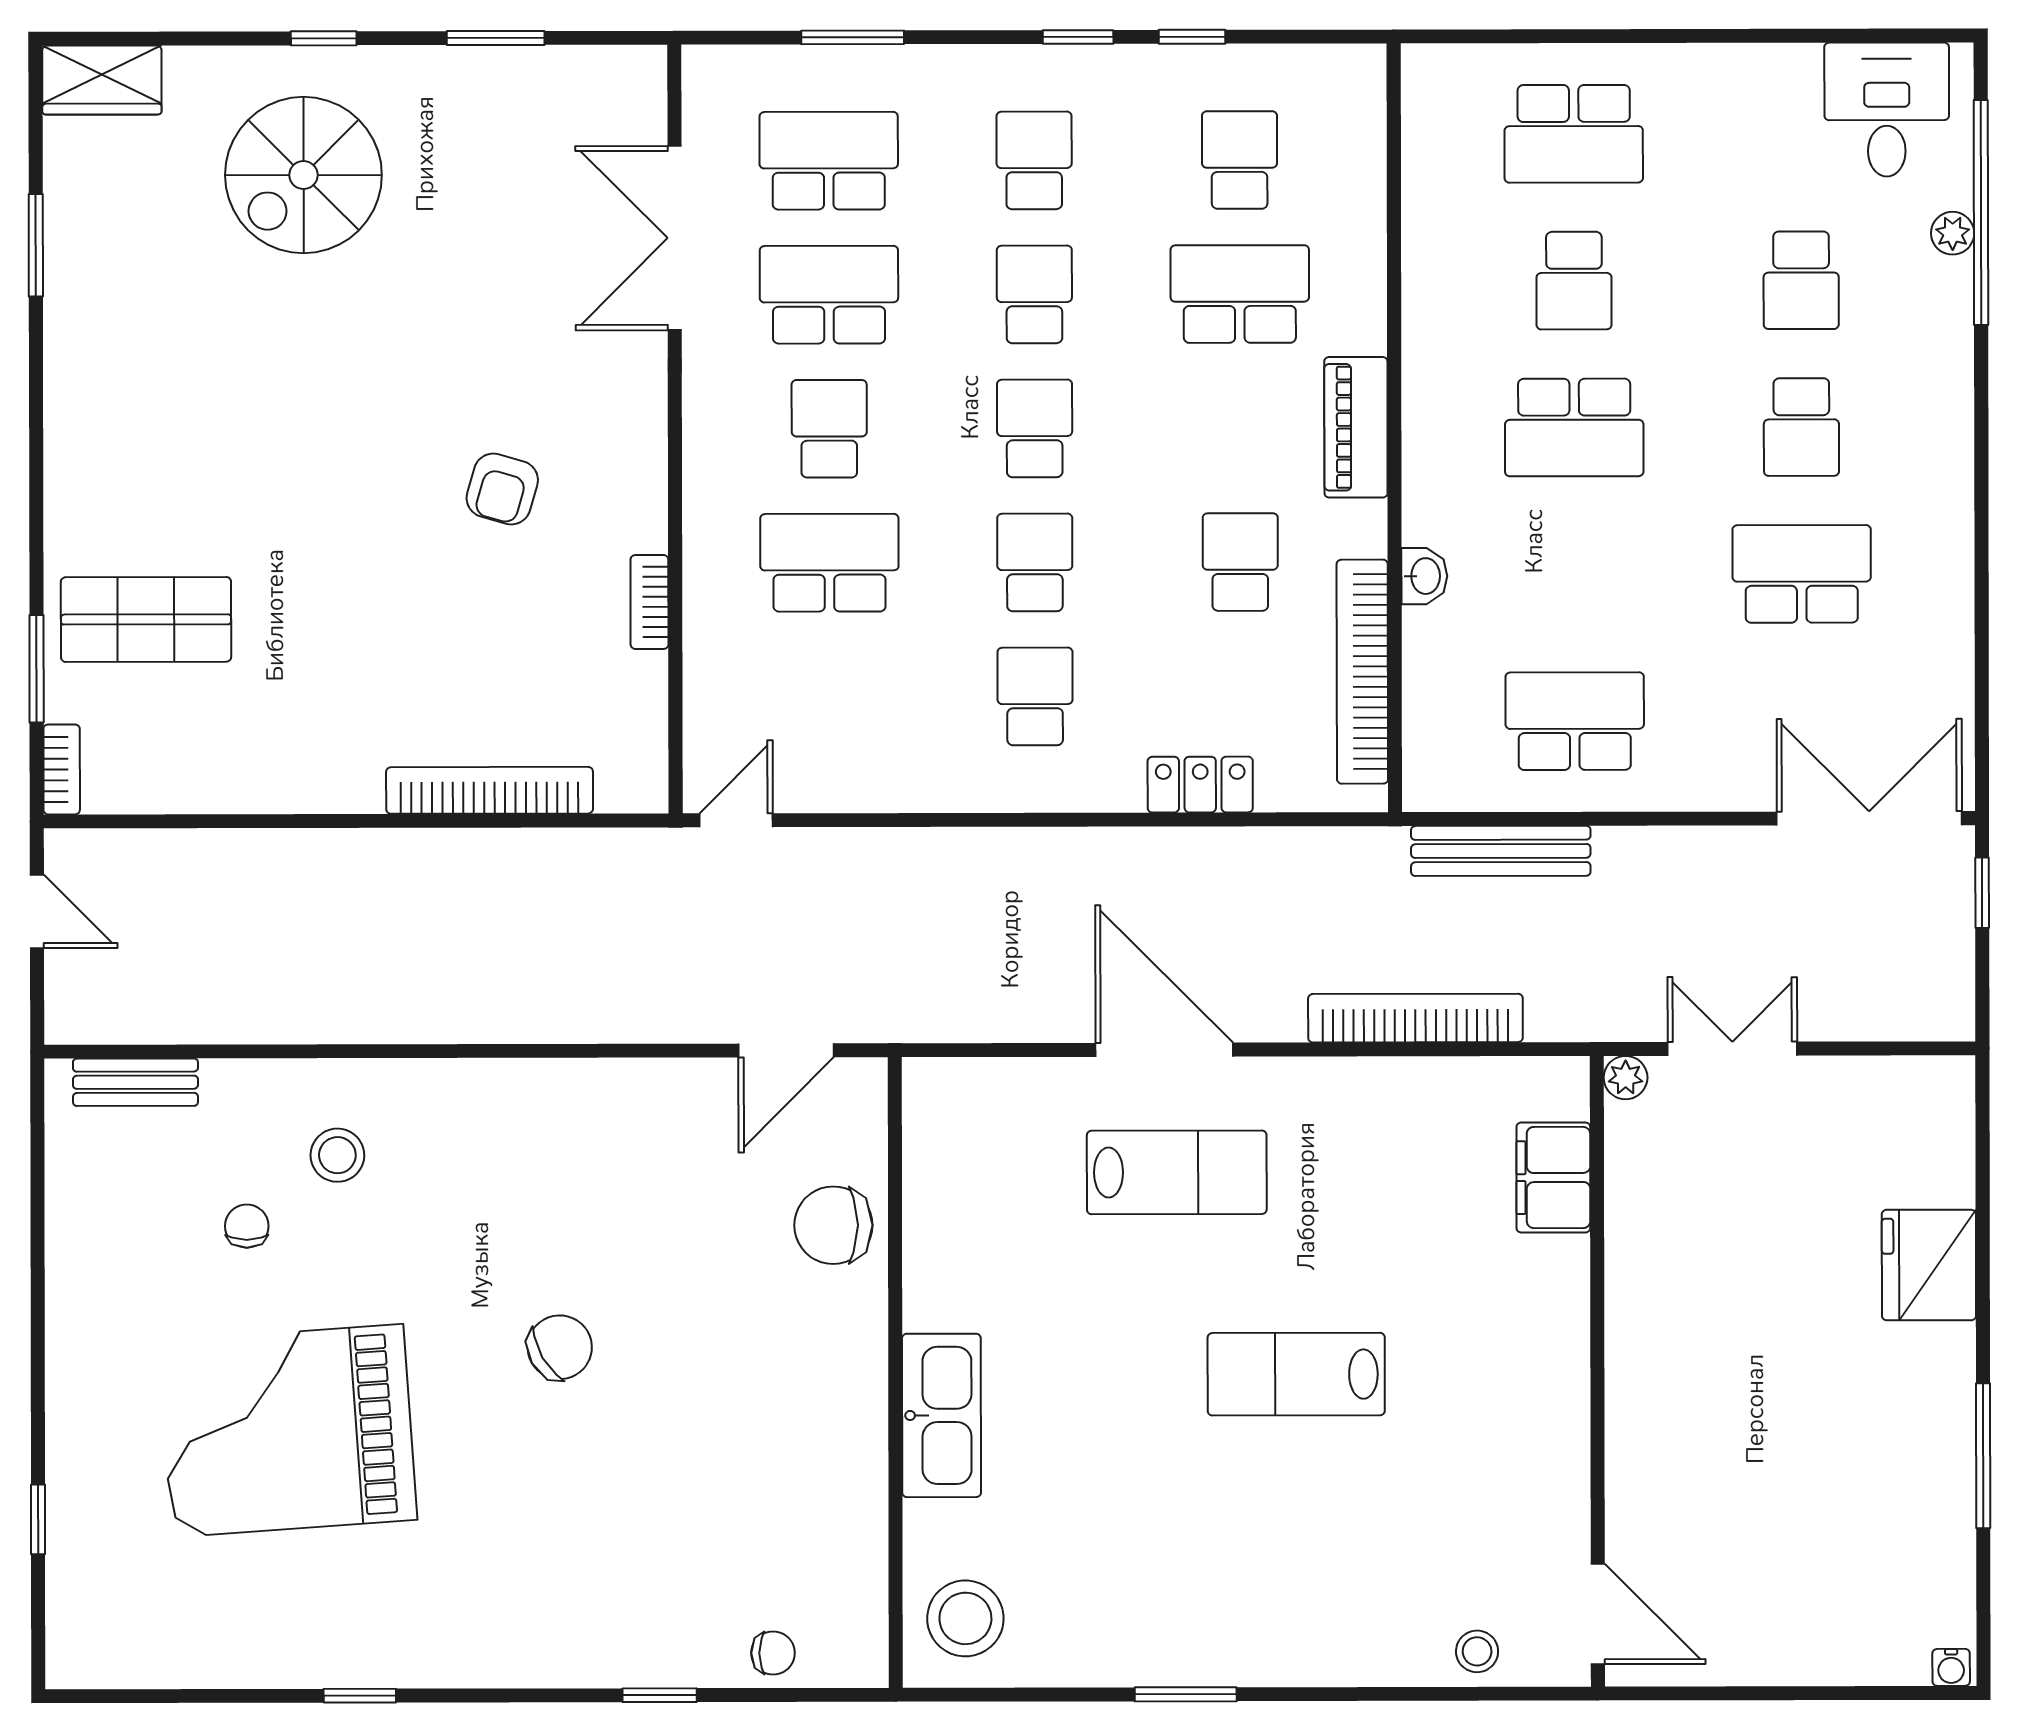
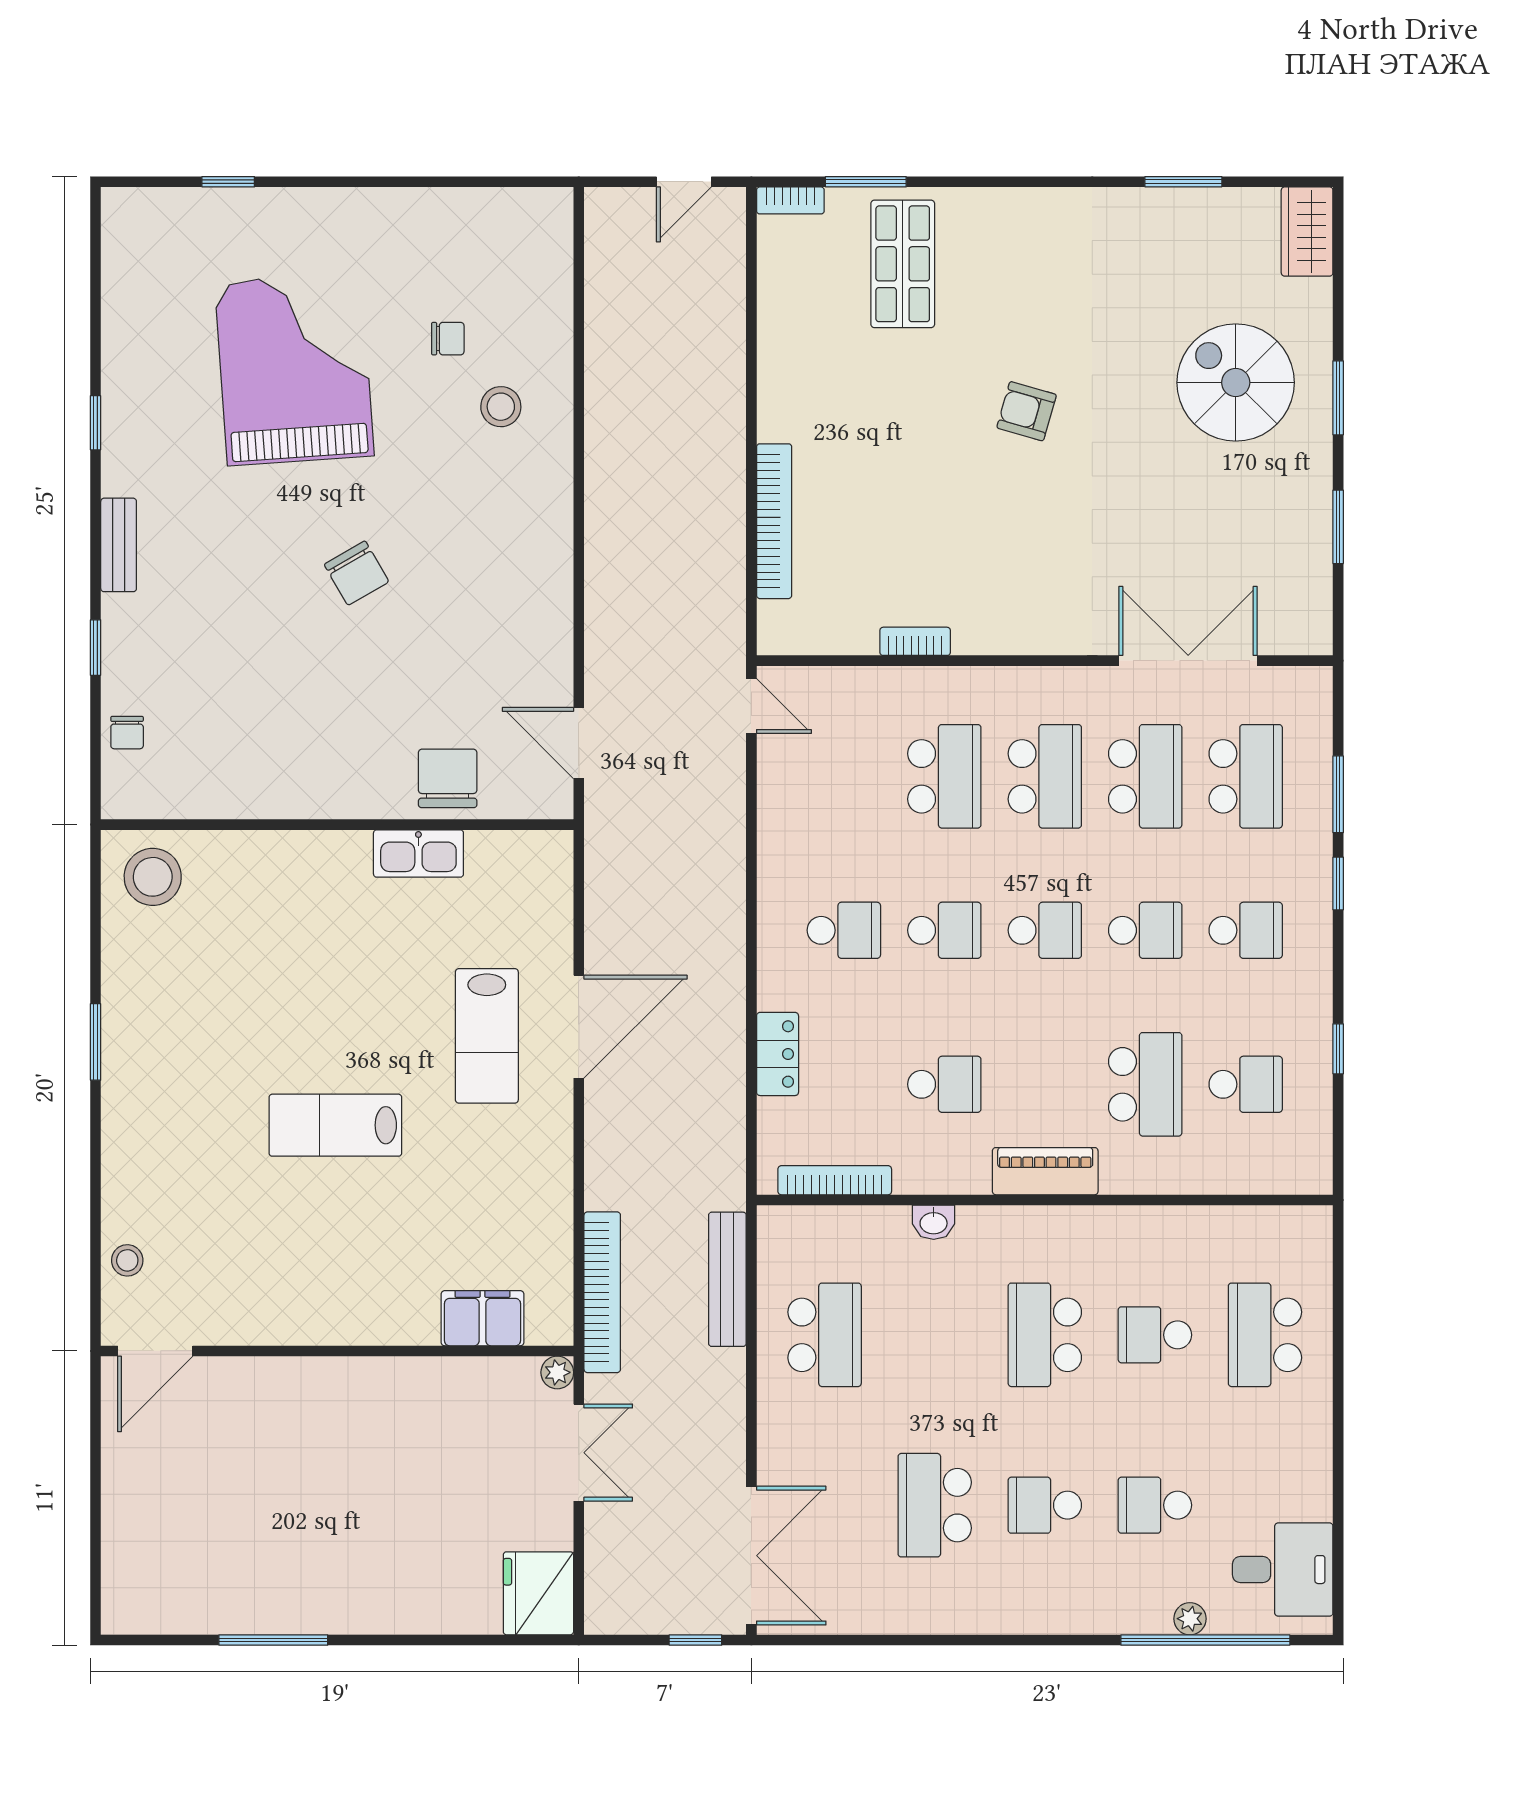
window: (1078, 37) -> (1338, 883), moved
window: (324, 38) -> (1338, 398), width x1.50
school desk: (829, 429) -> (1045, 776), width x1.85
armchair: (502, 489) -> (1027, 411), moved
school desk: (1802, 574) -> (935, 1505), turned 180
bookcase: (1362, 672) -> (835, 1180), width x0.68, depth x0.76
bookcase: (1415, 1018) -> (602, 1292), moved
bench: (135, 1082) -> (119, 545), moved
fridge: (1929, 1265) -> (538, 1593), moved, turned -90
lab bench: (1296, 1374) -> (335, 1125), turned -90
kitchen sink: (941, 1415) -> (418, 853), moved, width x0.73, depth x0.81
water cooler: (1951, 1667) -> (115, 1616), removed

